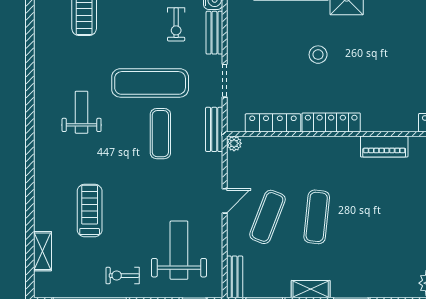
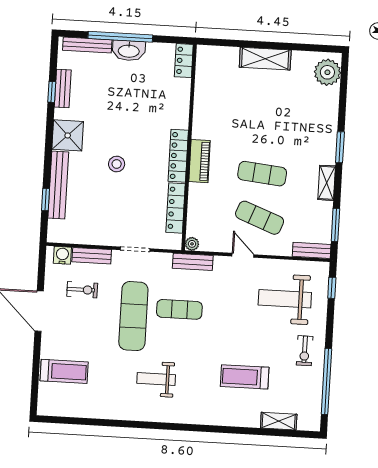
bench: (214, 129) -> (193, 262), moved
piano: (384, 147) -> (200, 161), moved

